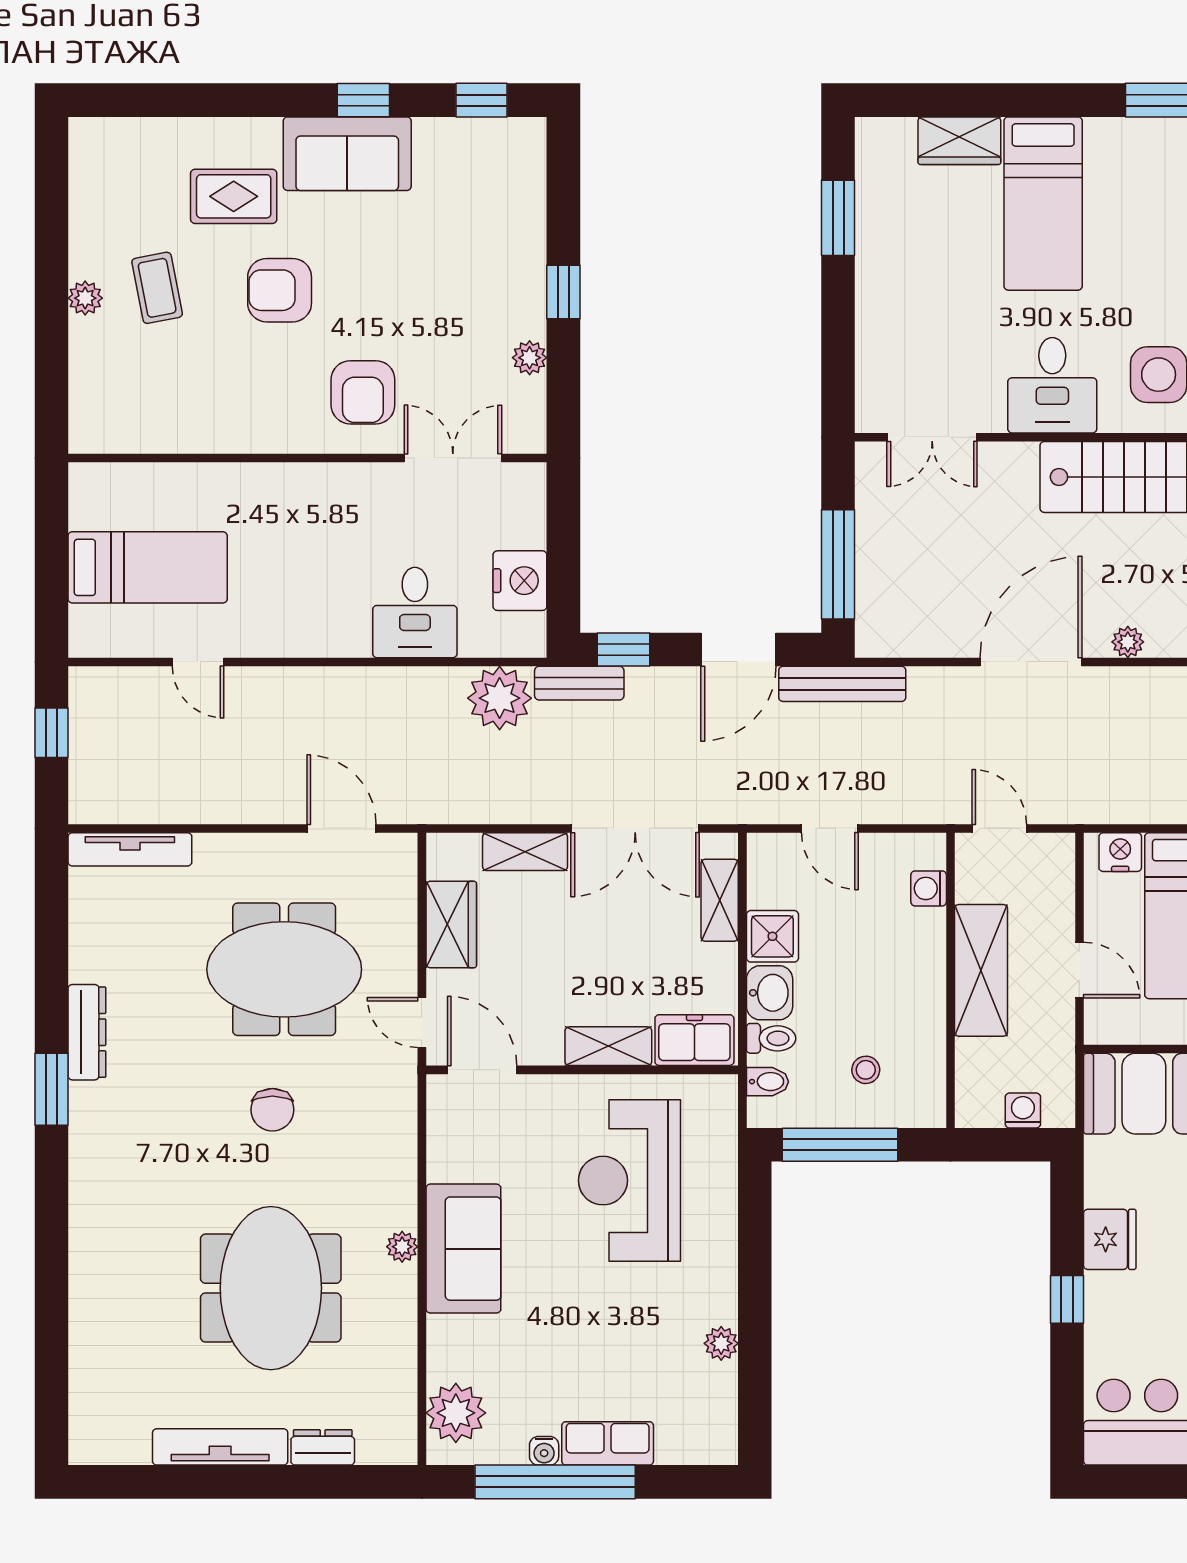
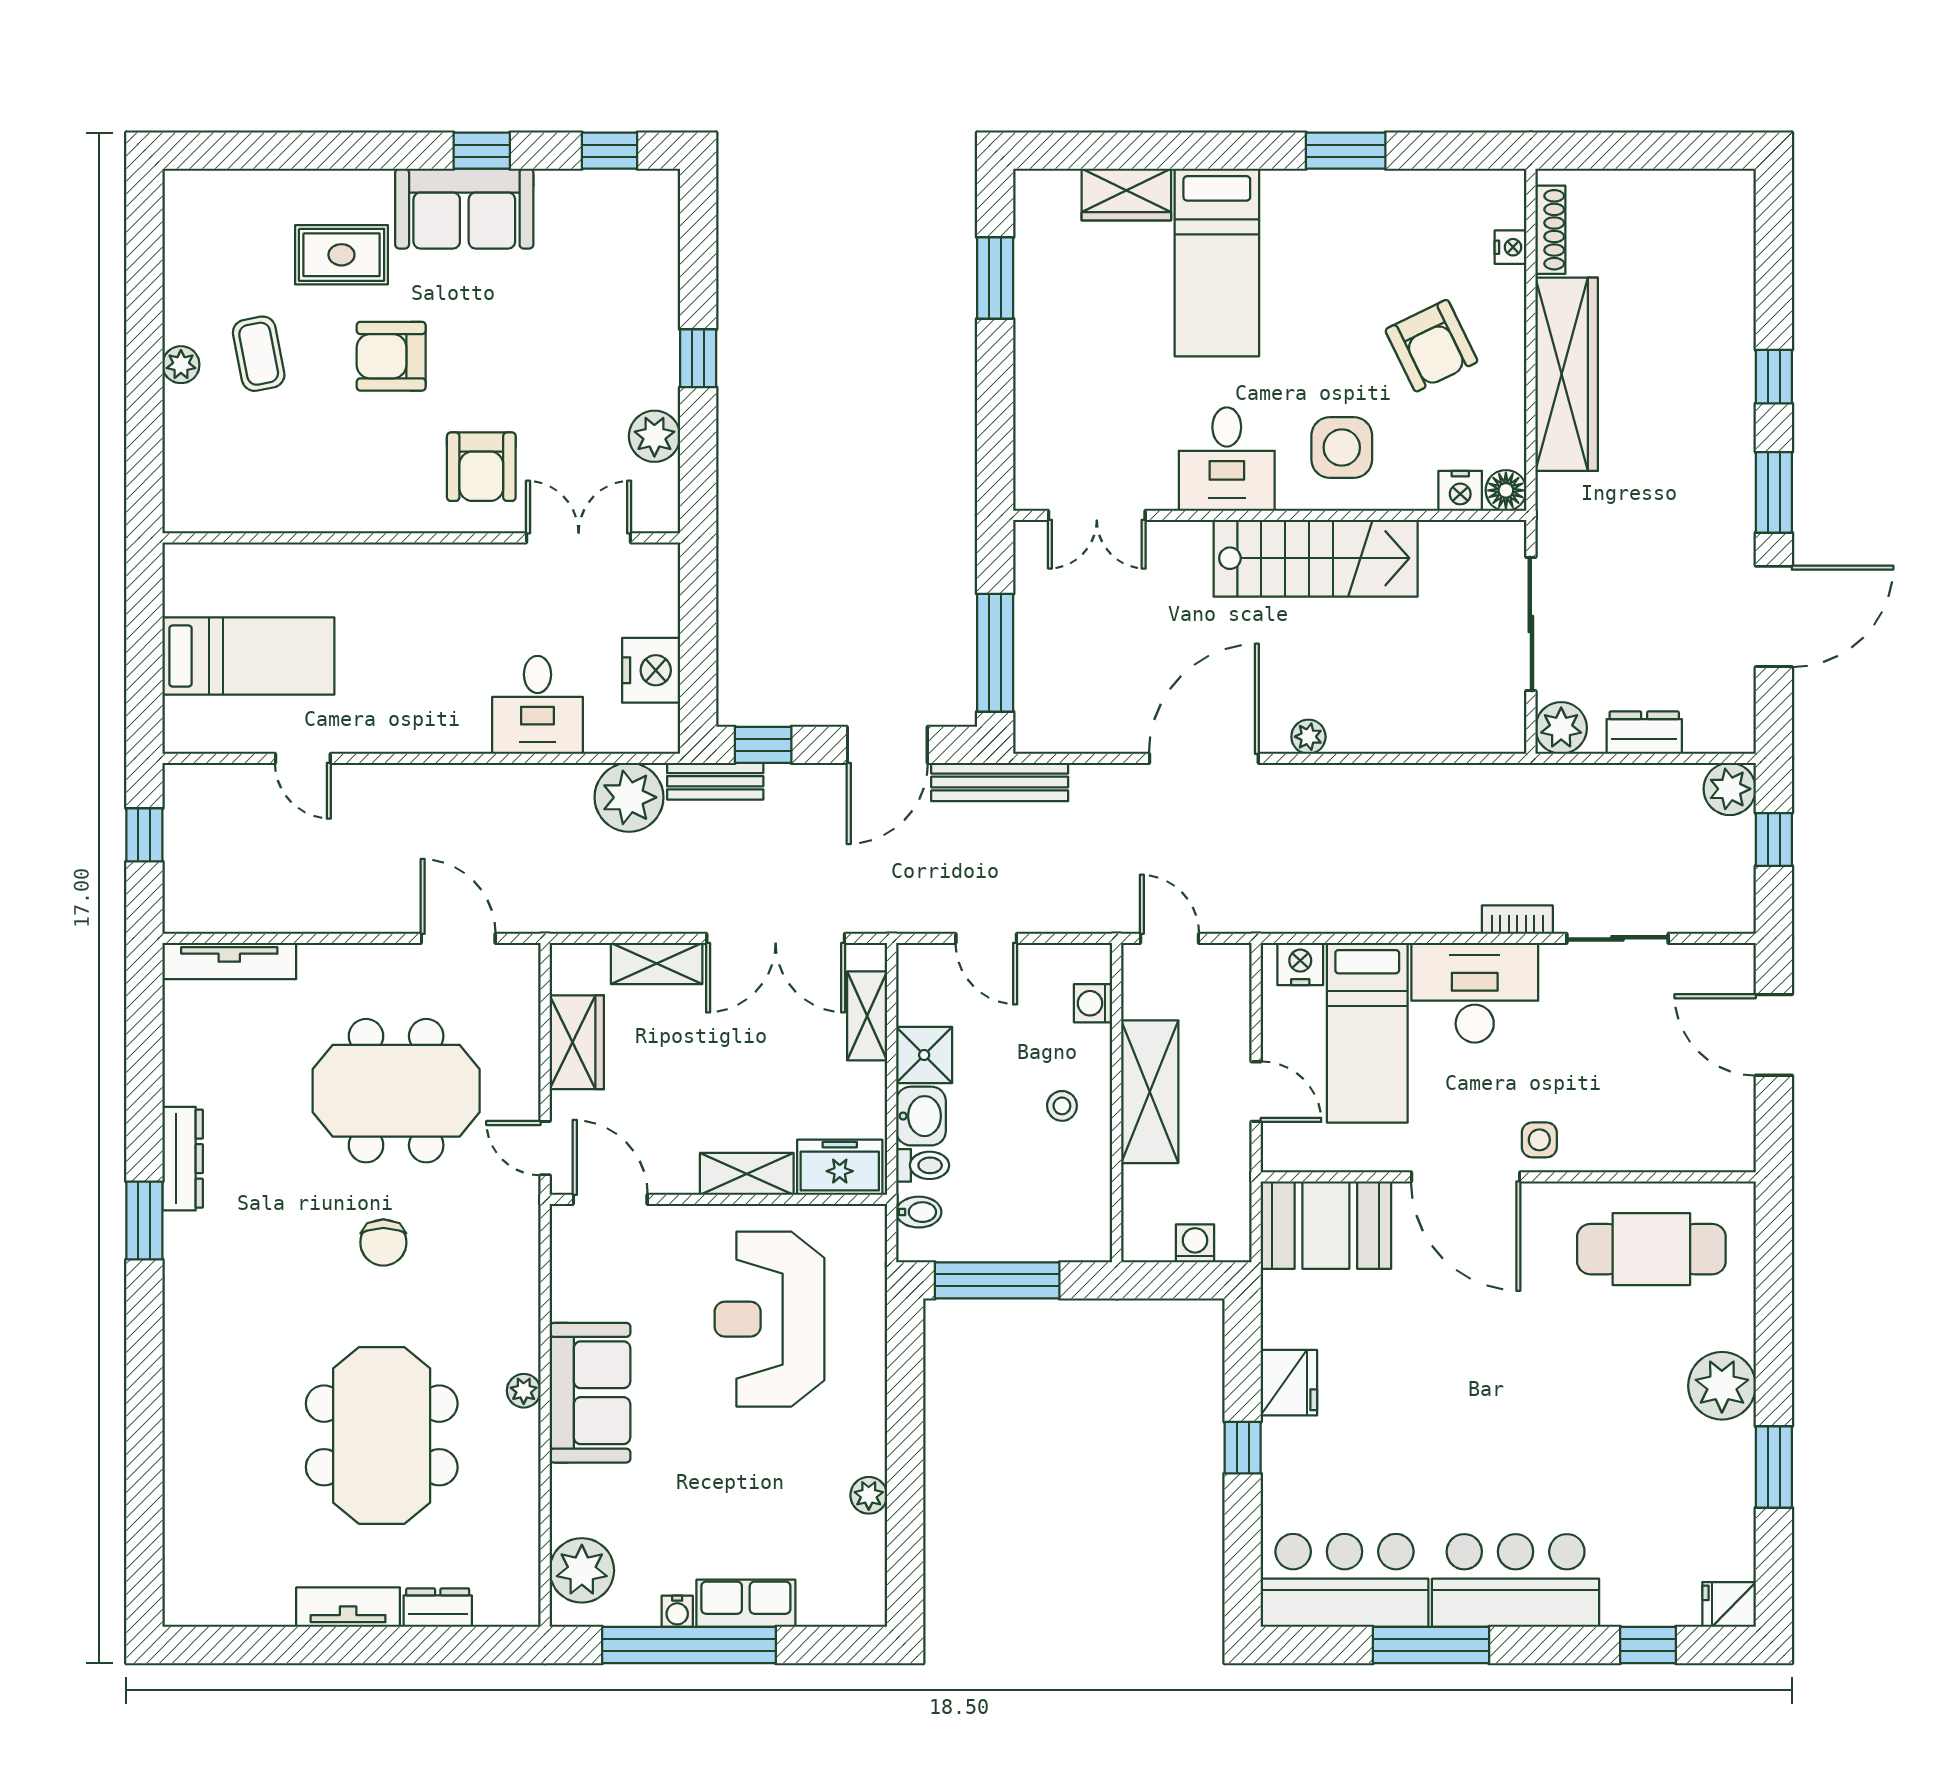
plant: (530, 358) -> (654, 436), width x1.38, depth x1.38
stool: (866, 1070) -> (1062, 1106), moved
tv unit: (220, 1447) -> (348, 1607), width x0.71

